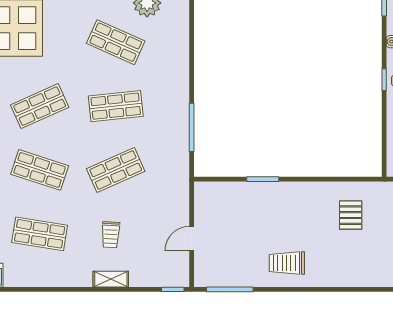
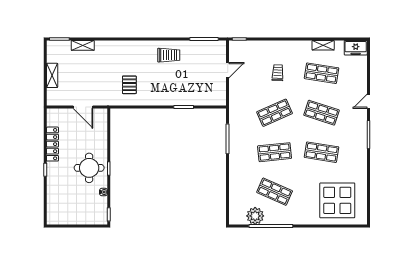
shop shelf: (40, 106) -> (322, 152), turned 33
shelving: (111, 279) -> (323, 45), moved

